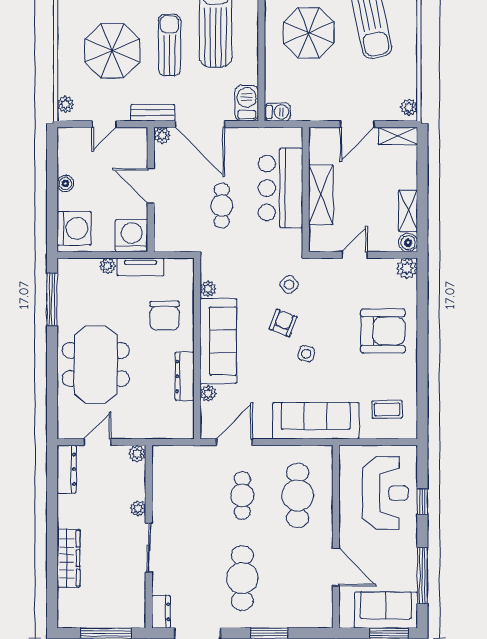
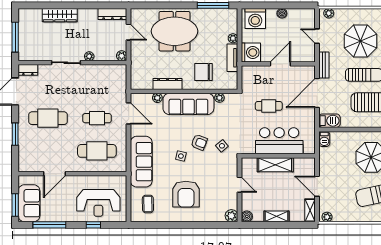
plant: (162, 135) -> (310, 71), removed
shelving: (408, 211) -> (277, 216), moved
armchair: (383, 331) -> (186, 194), moved

